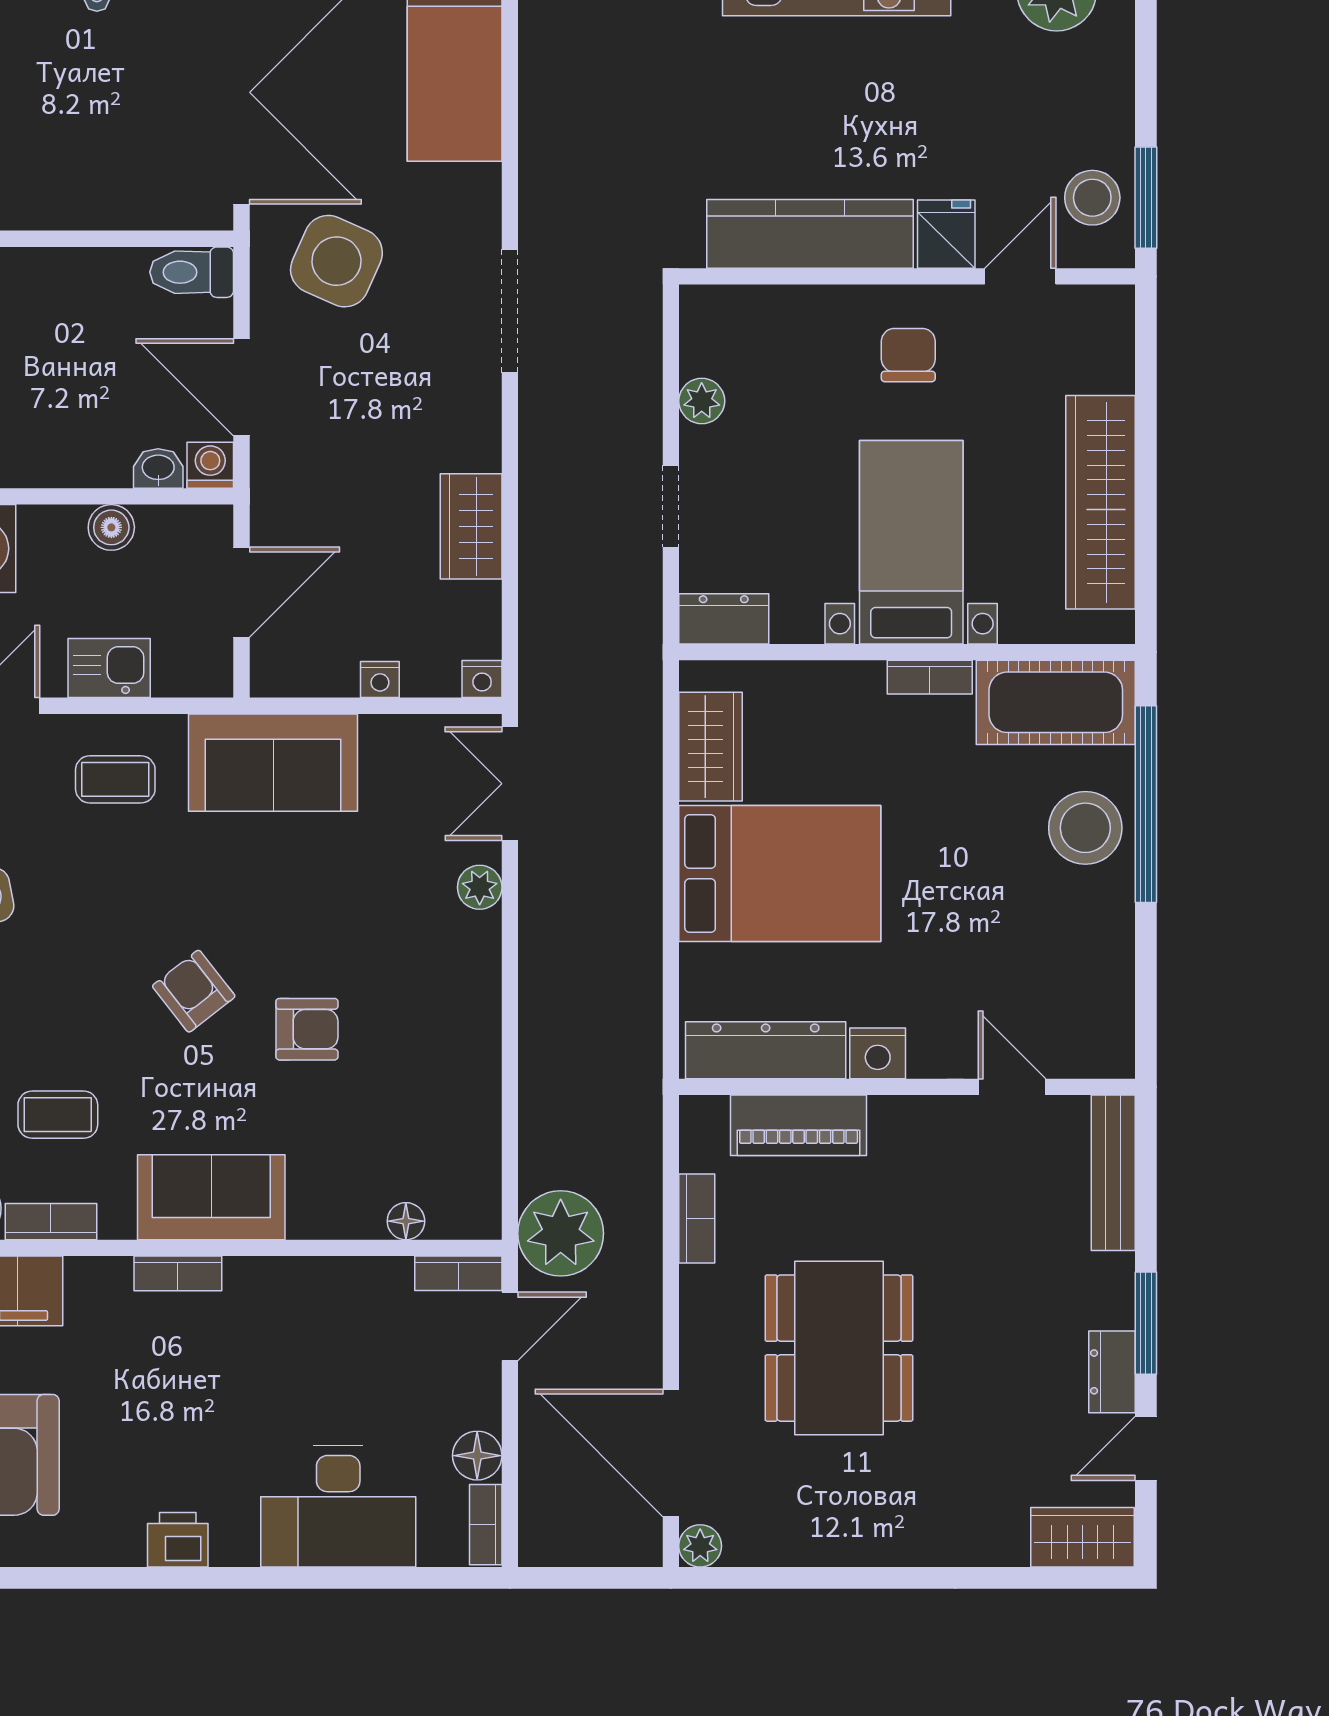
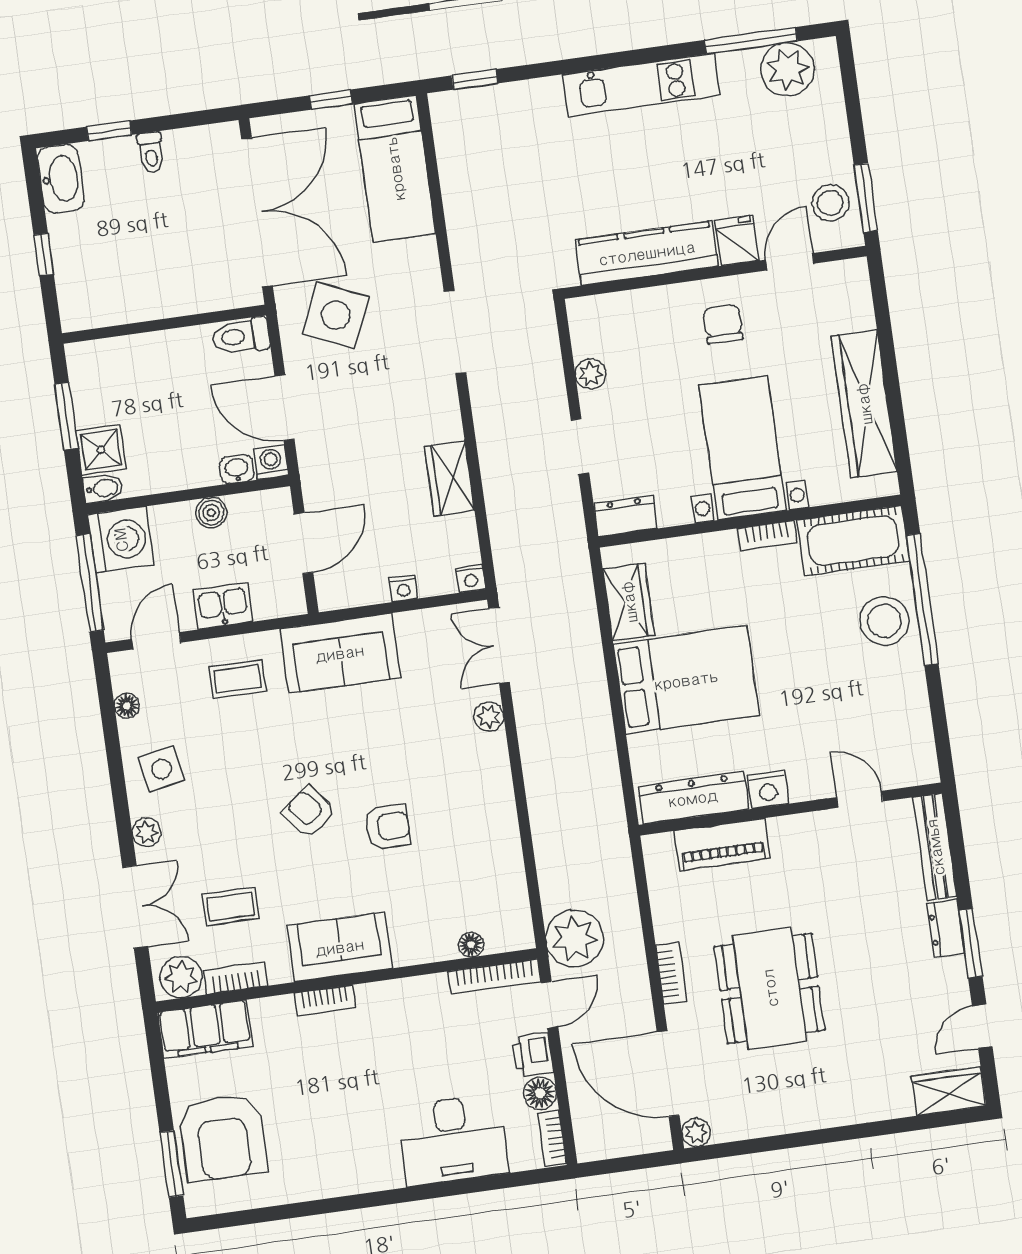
bookcase: (697, 1218) -> (671, 973), moved
bookcase: (458, 1273) -> (494, 977), width x1.56
dresser: (1112, 1372) -> (946, 929), moved
printer: (178, 1540) -> (533, 1054), moved, turned -90

